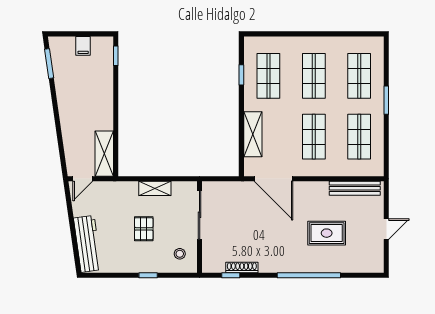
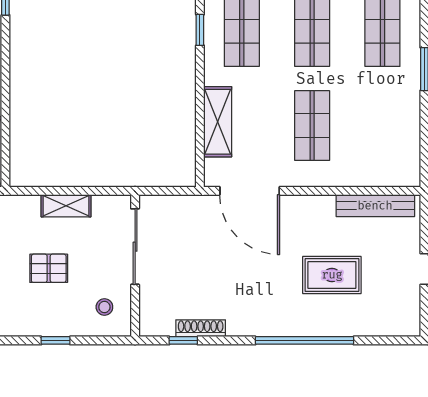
shop shelf: (359, 137) -> (382, 126), removed
pallet: (144, 229) -> (49, 268), turned 90

